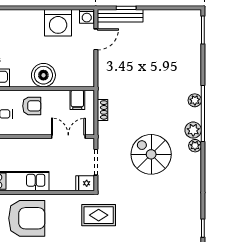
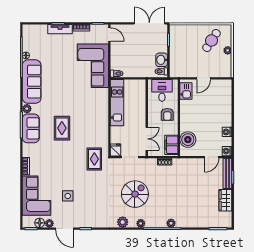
wardrobe: (160, 19) -> (225, 200), added
washing machine: (58, 23) -> (227, 132), width x0.53, depth x0.53
door: (96, 39) -> (212, 157), hinge flipped
boiler: (43, 75) -> (188, 140), moved
filing cabinet: (77, 100) -> (171, 145), width x2.00
plant: (193, 130) -> (123, 222), moved
armchair: (27, 218) -> (92, 111), removed

